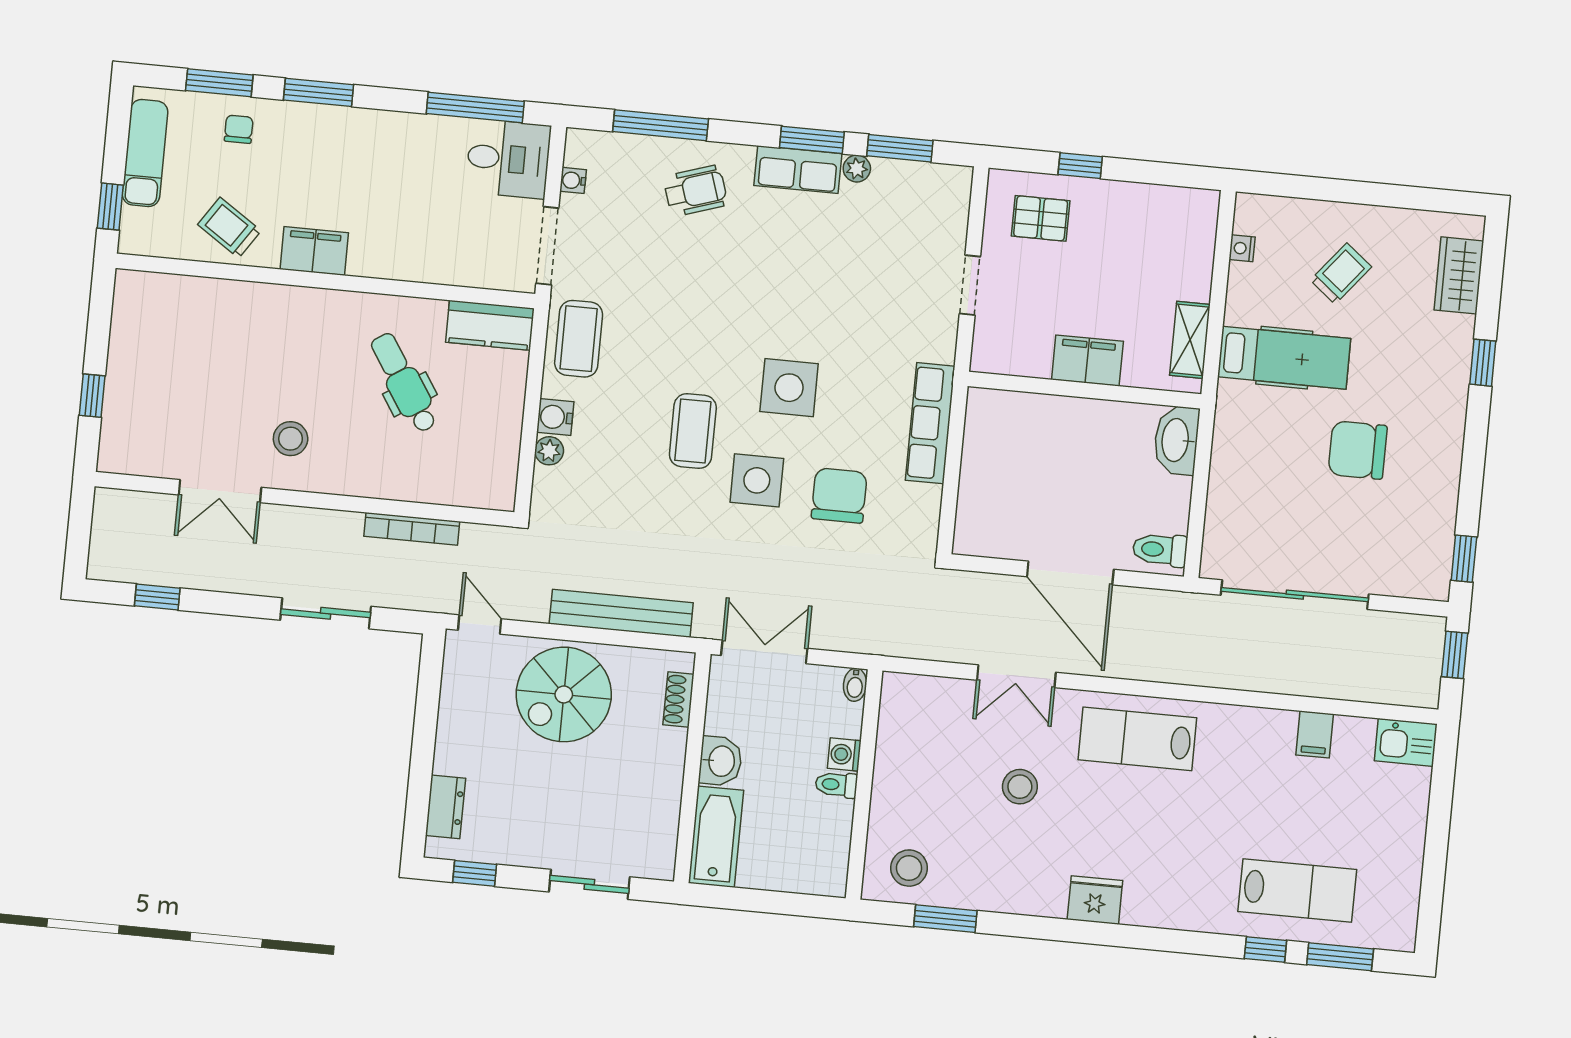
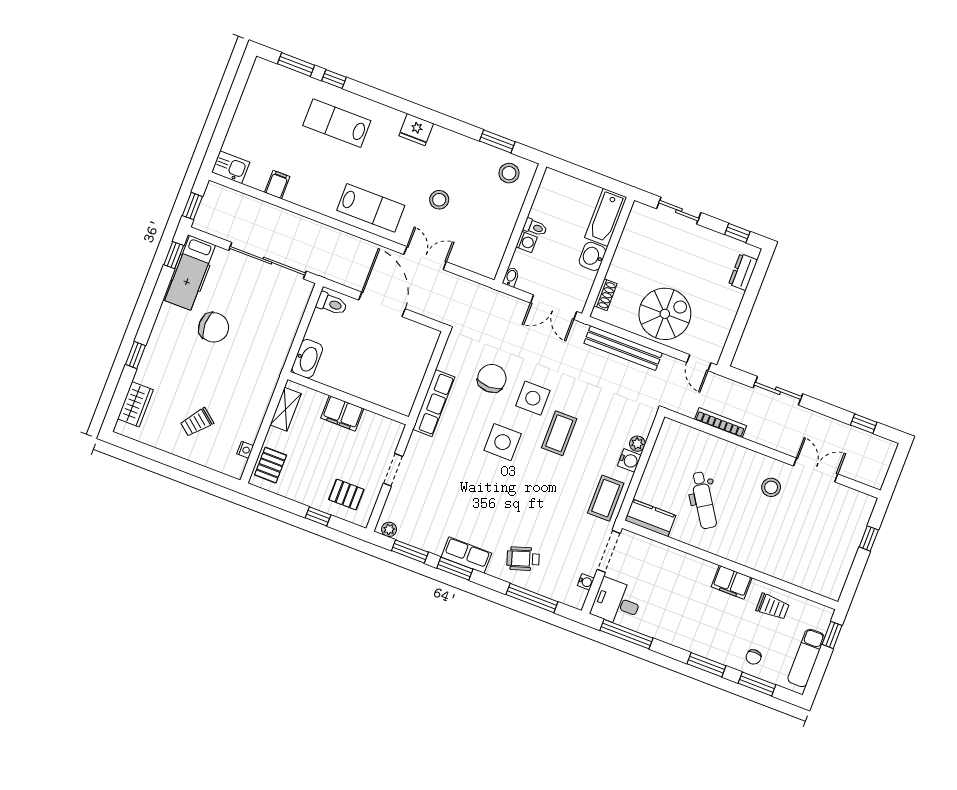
plant: (857, 169) -> (389, 529), moved
trolley: (229, 228) -> (773, 607), turned -34
pallet: (1189, 234) -> (271, 465), added
hospital bed: (1284, 358) -> (190, 273), moved, turned -90
chair: (839, 495) -> (492, 378), turned 180
lab bench: (1297, 891) -> (337, 123), moved

